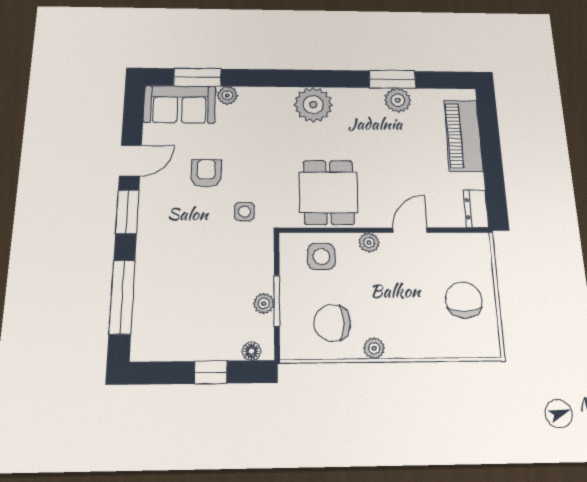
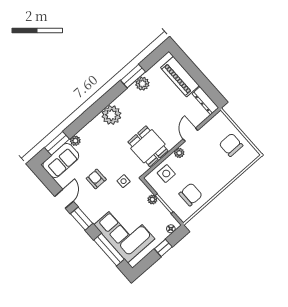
dresser: (476, 209) -> (205, 101), width x1.44
corner sofa: (173, 290) -> (124, 232), added
plant: (264, 303) -> (152, 199), moved
chair: (332, 323) -> (191, 194), turned 180
plant: (374, 348) -> (213, 191), removed

